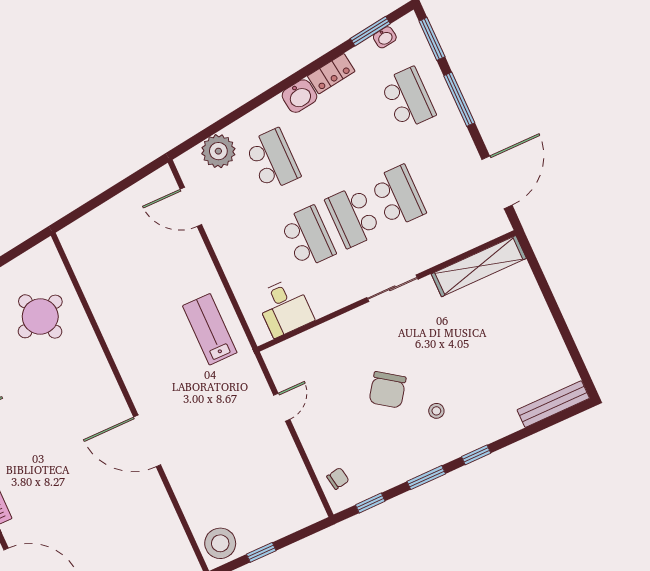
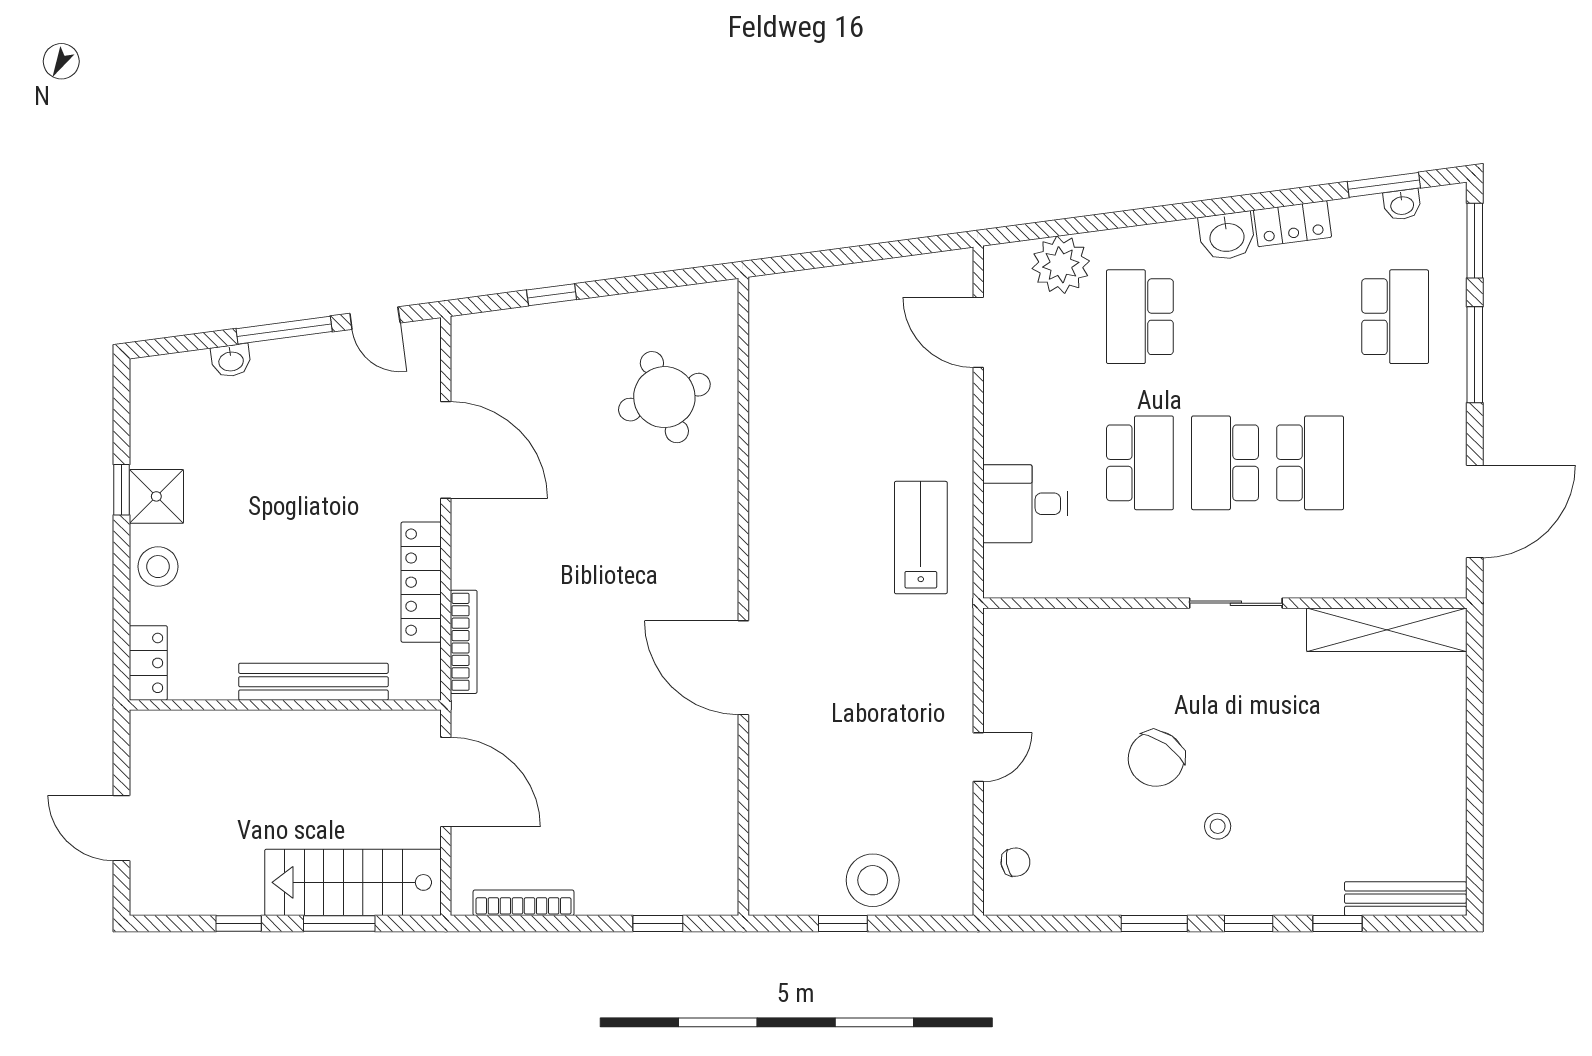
school desk: (273, 160) -> (1140, 317), turned 180
desk: (285, 307) -> (1025, 504), moved, turned 90
door: (282, 407) -> (978, 757), moved
window: (370, 503) -> (1338, 924), moved
stool: (220, 543) -> (873, 880), moved

